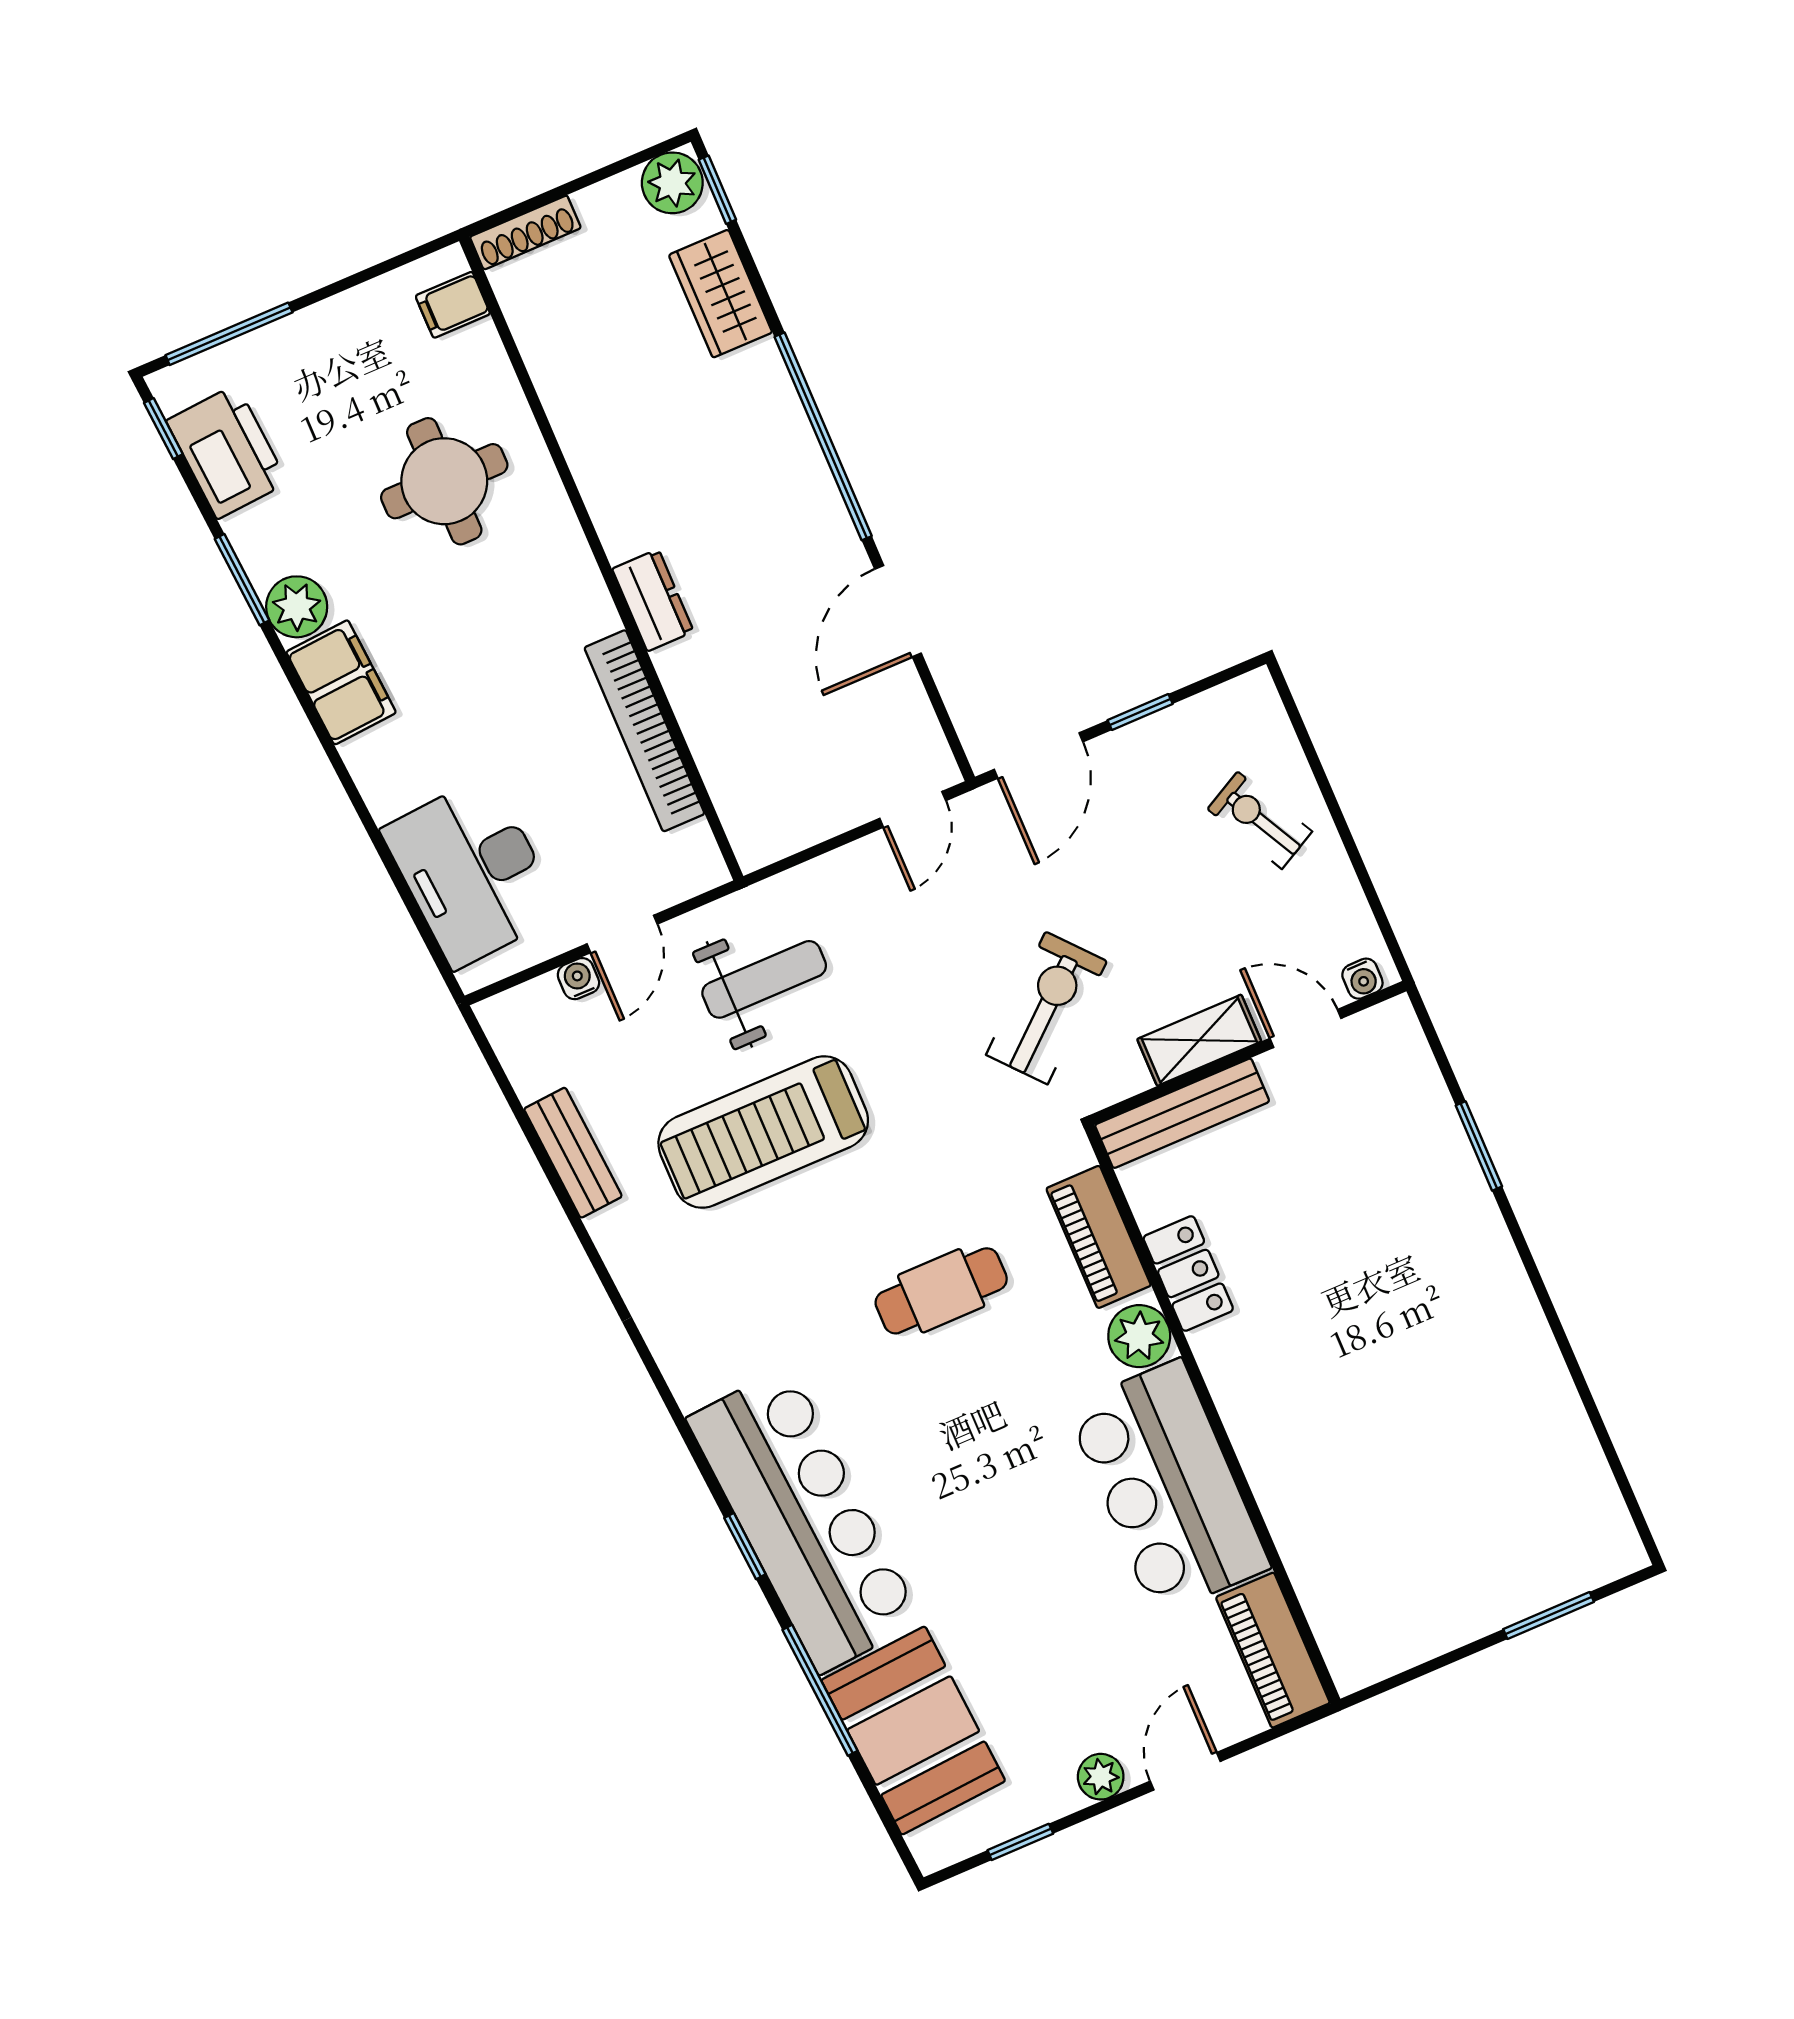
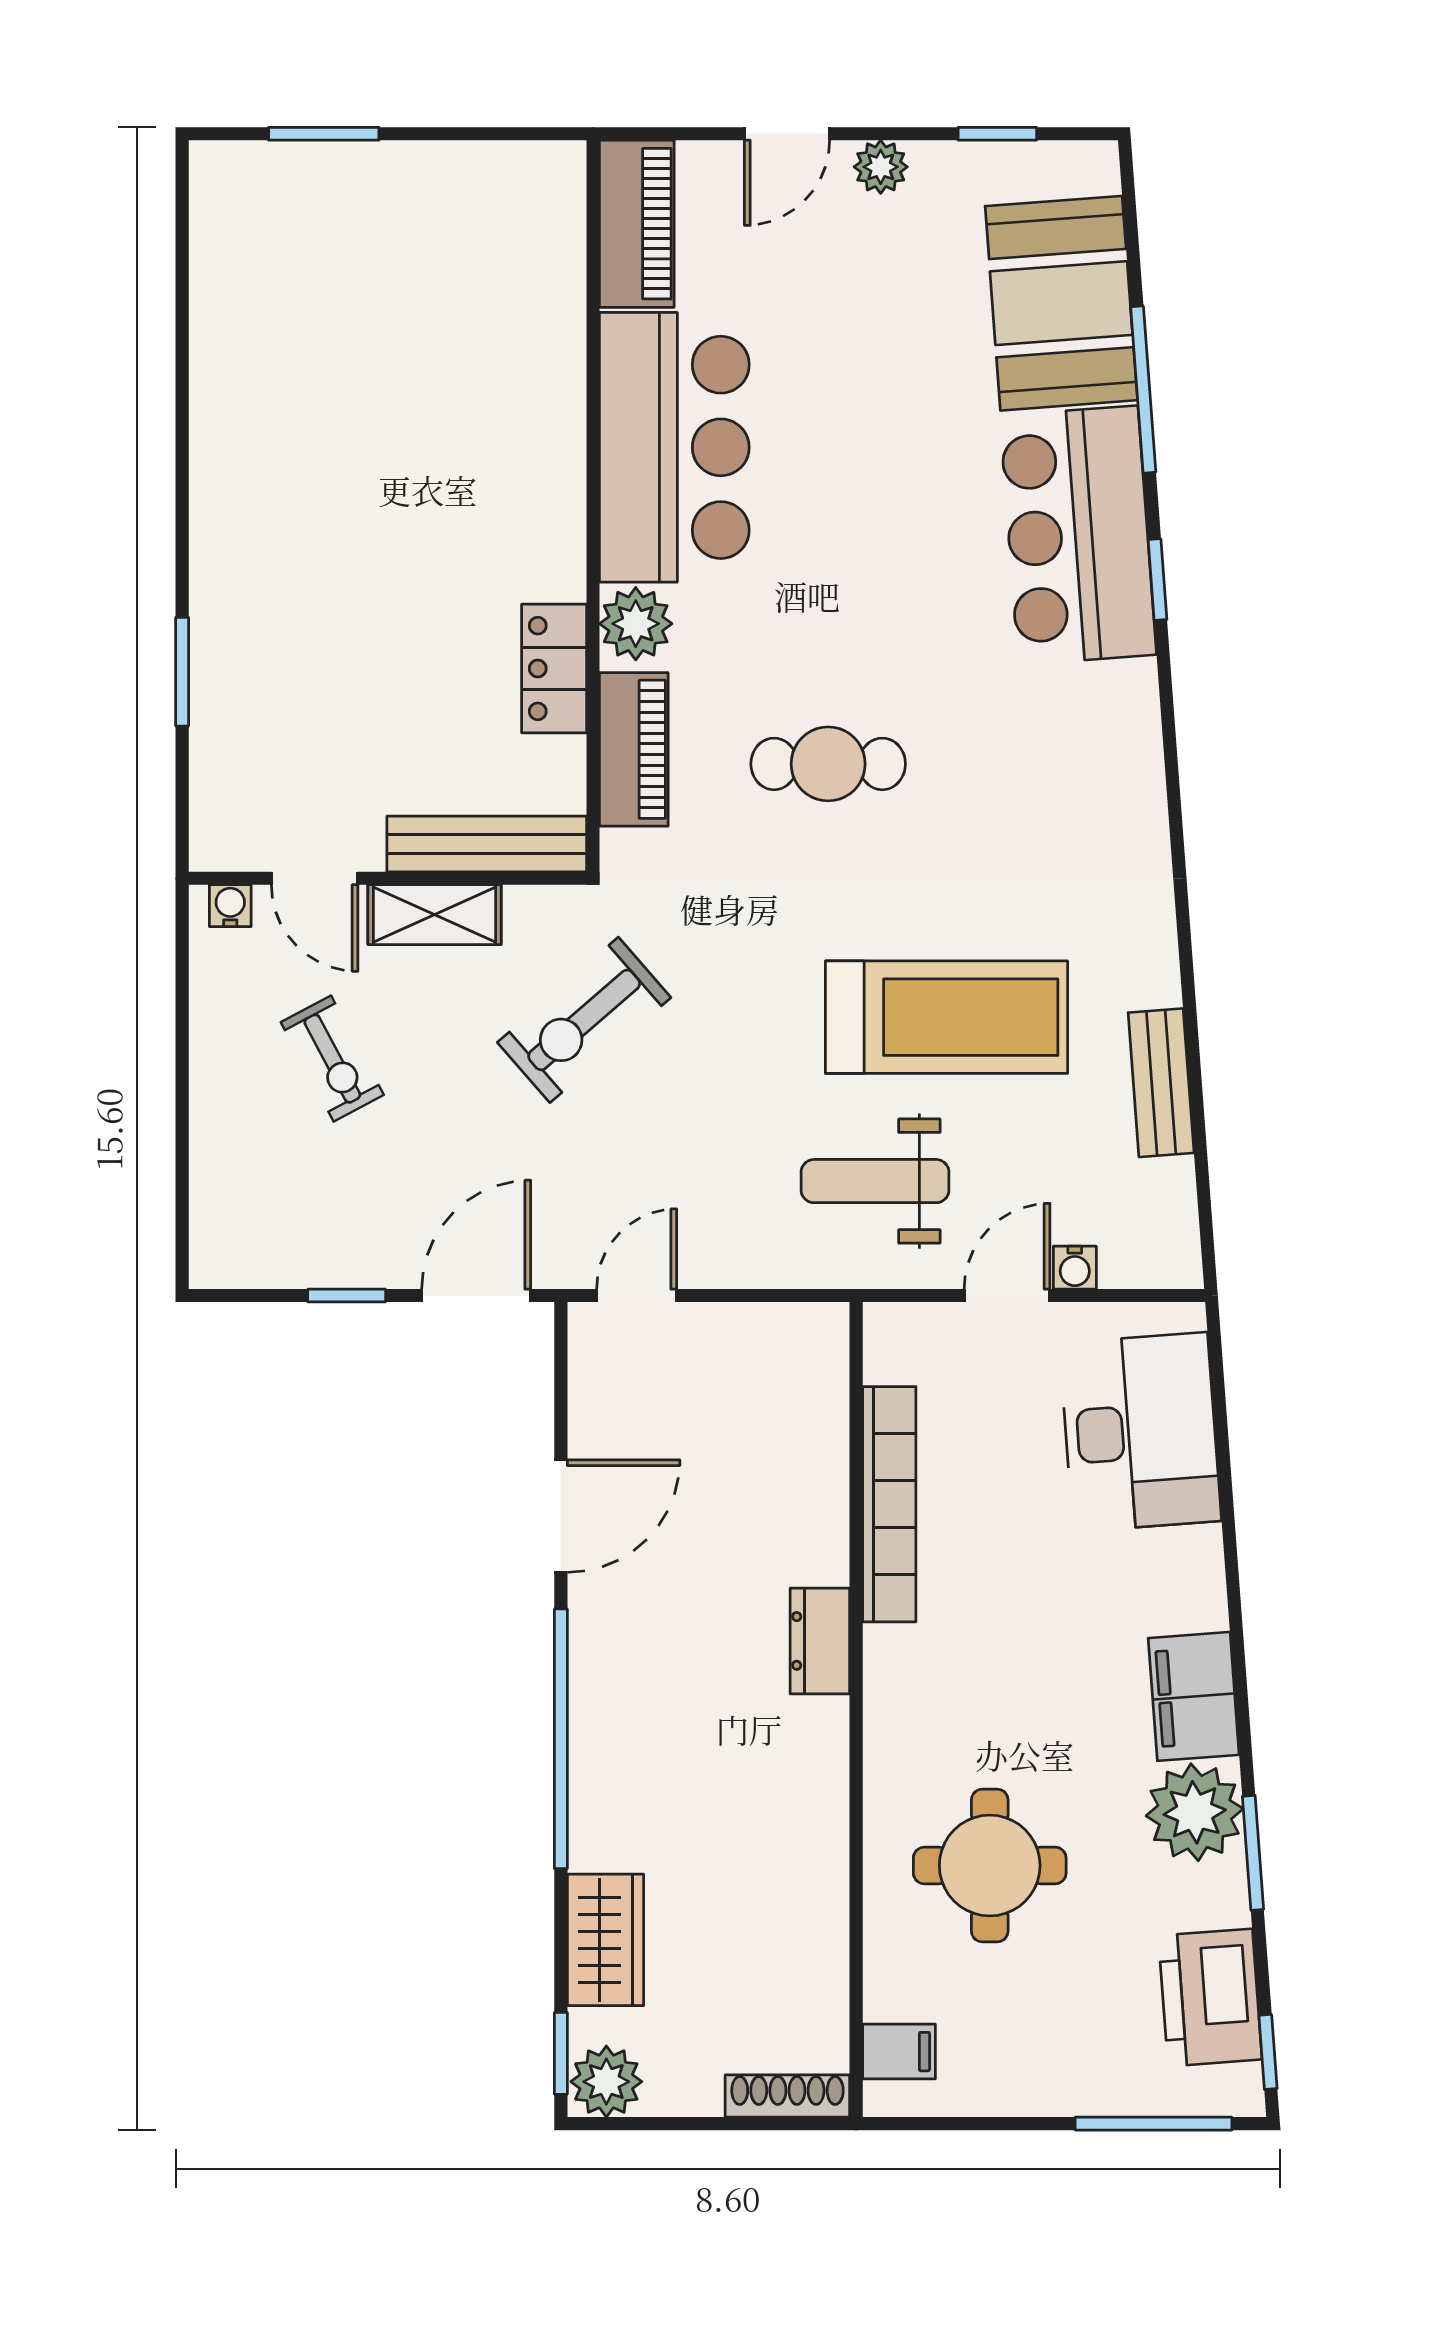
plant: (297, 607) -> (1195, 1812), width x1.36, depth x1.36
exercise bike: (1260, 820) -> (332, 1059), moved
bar counter: (804, 1520) -> (1078, 535), width x0.73

